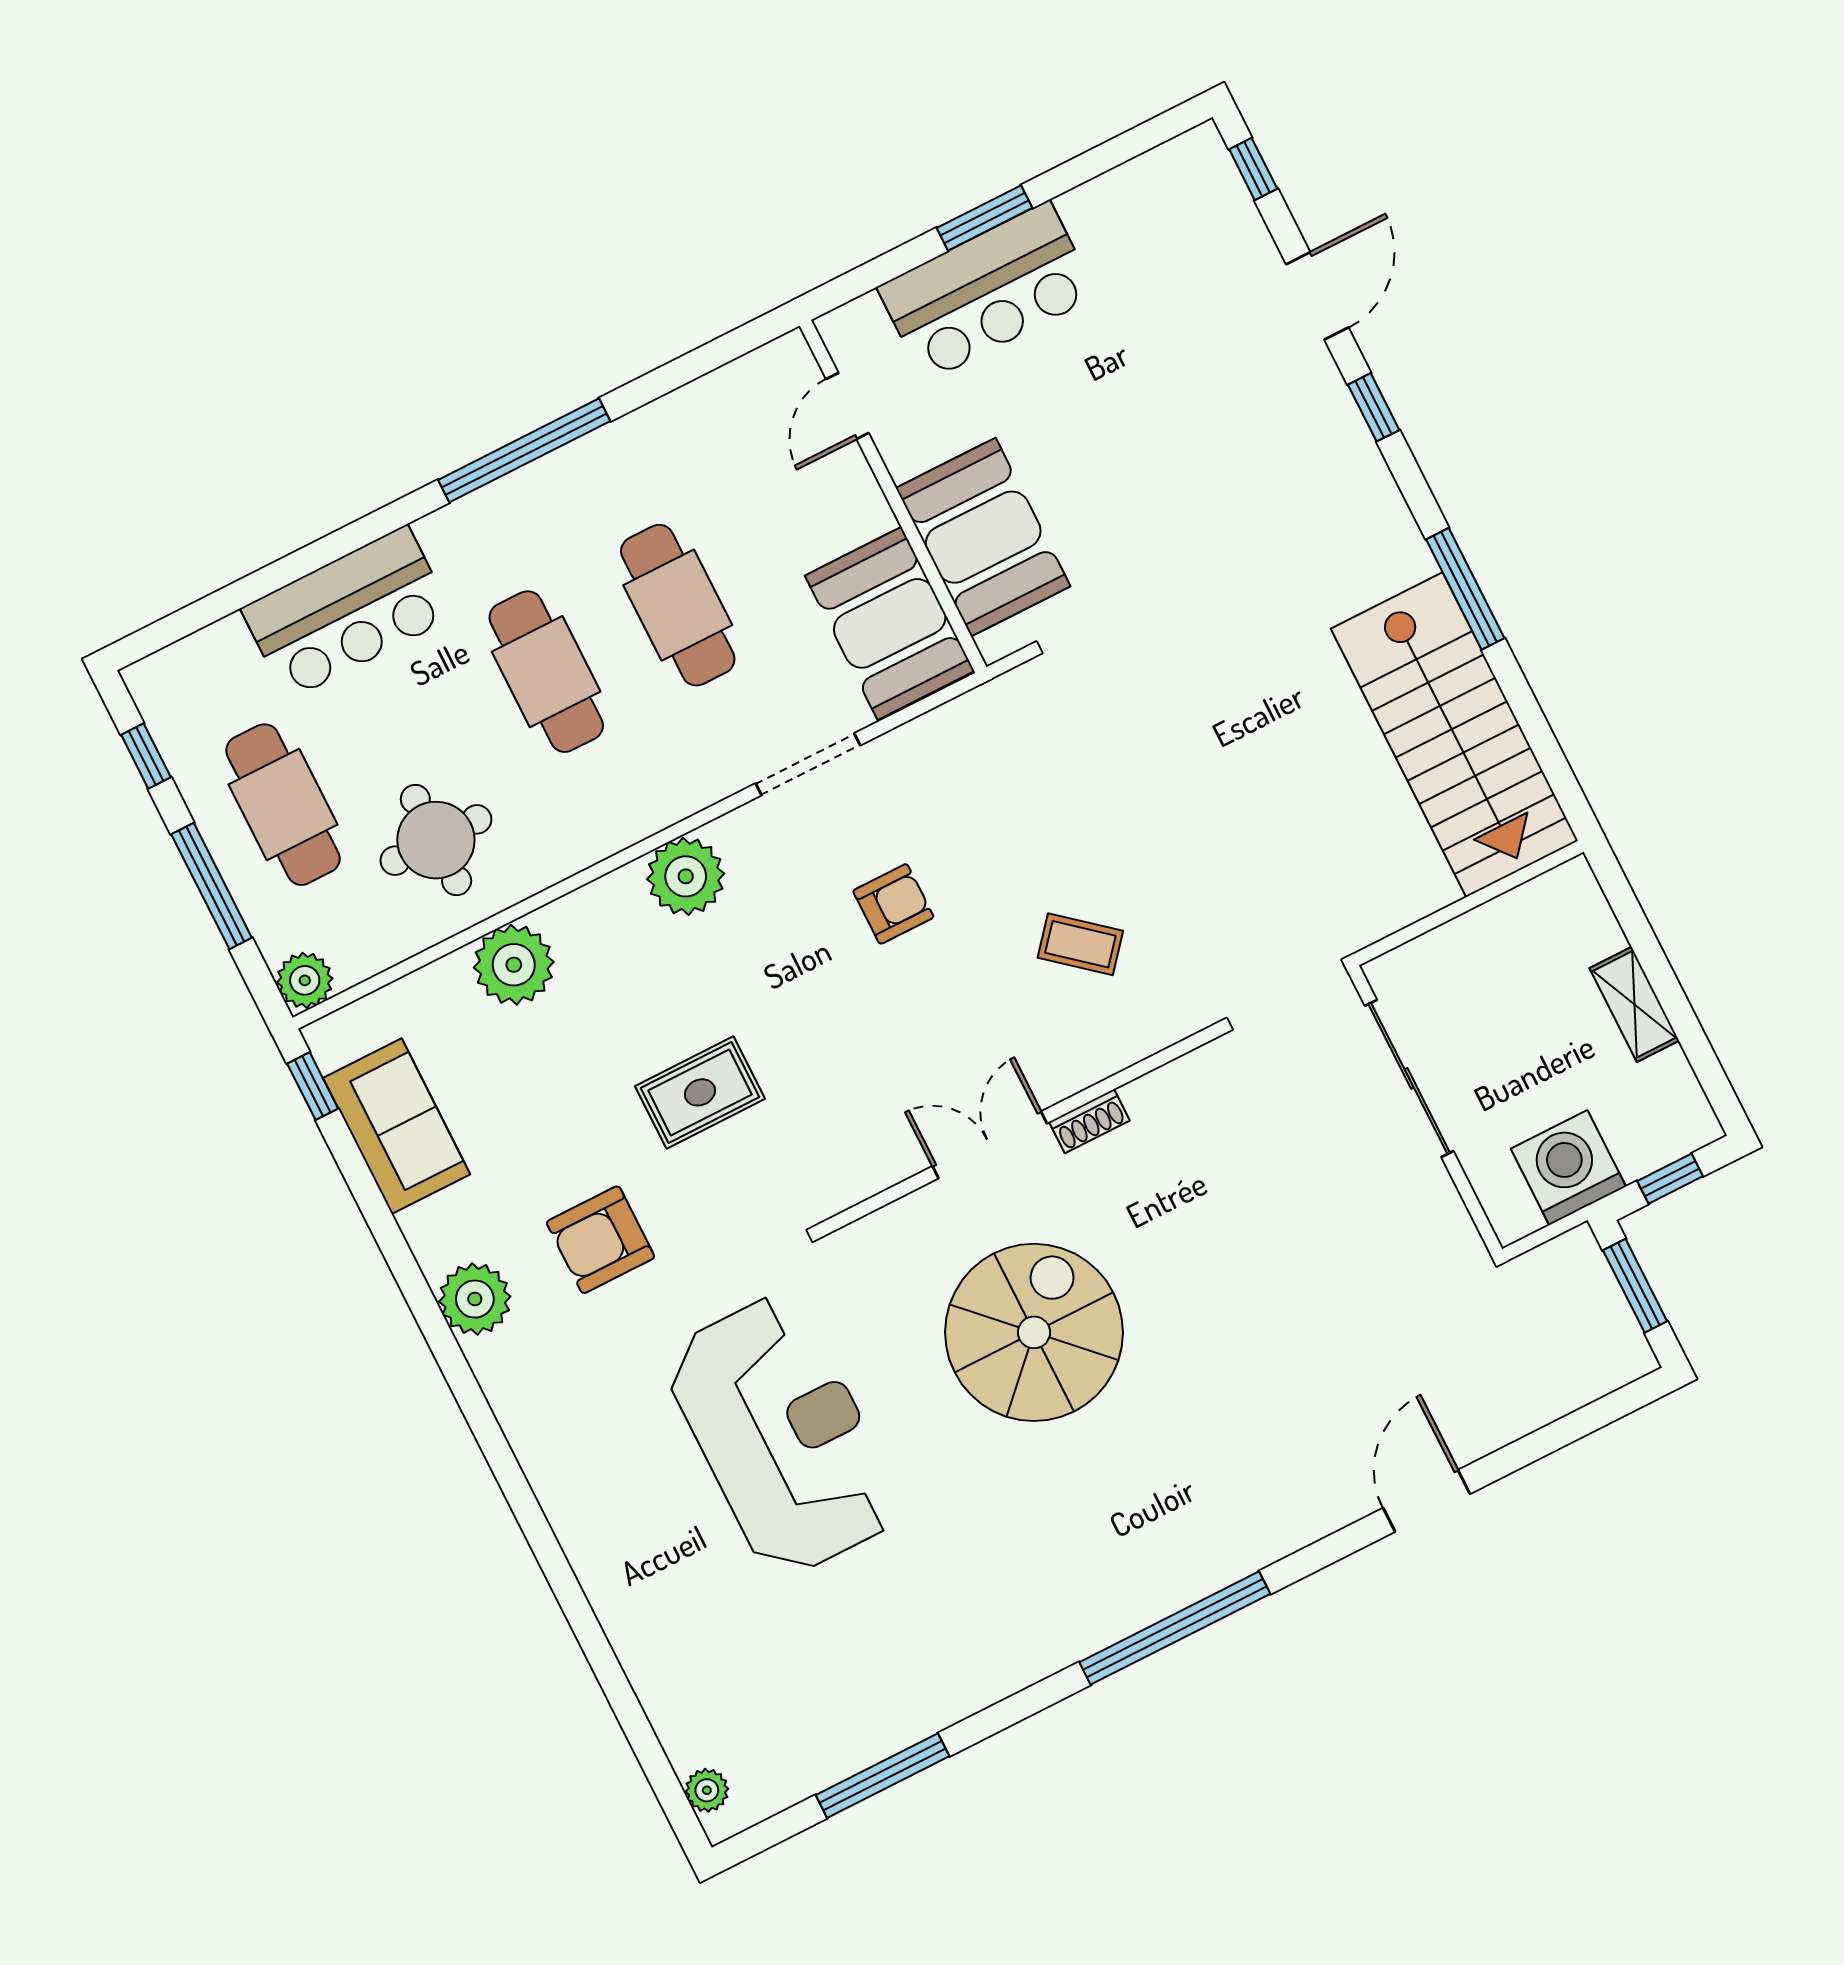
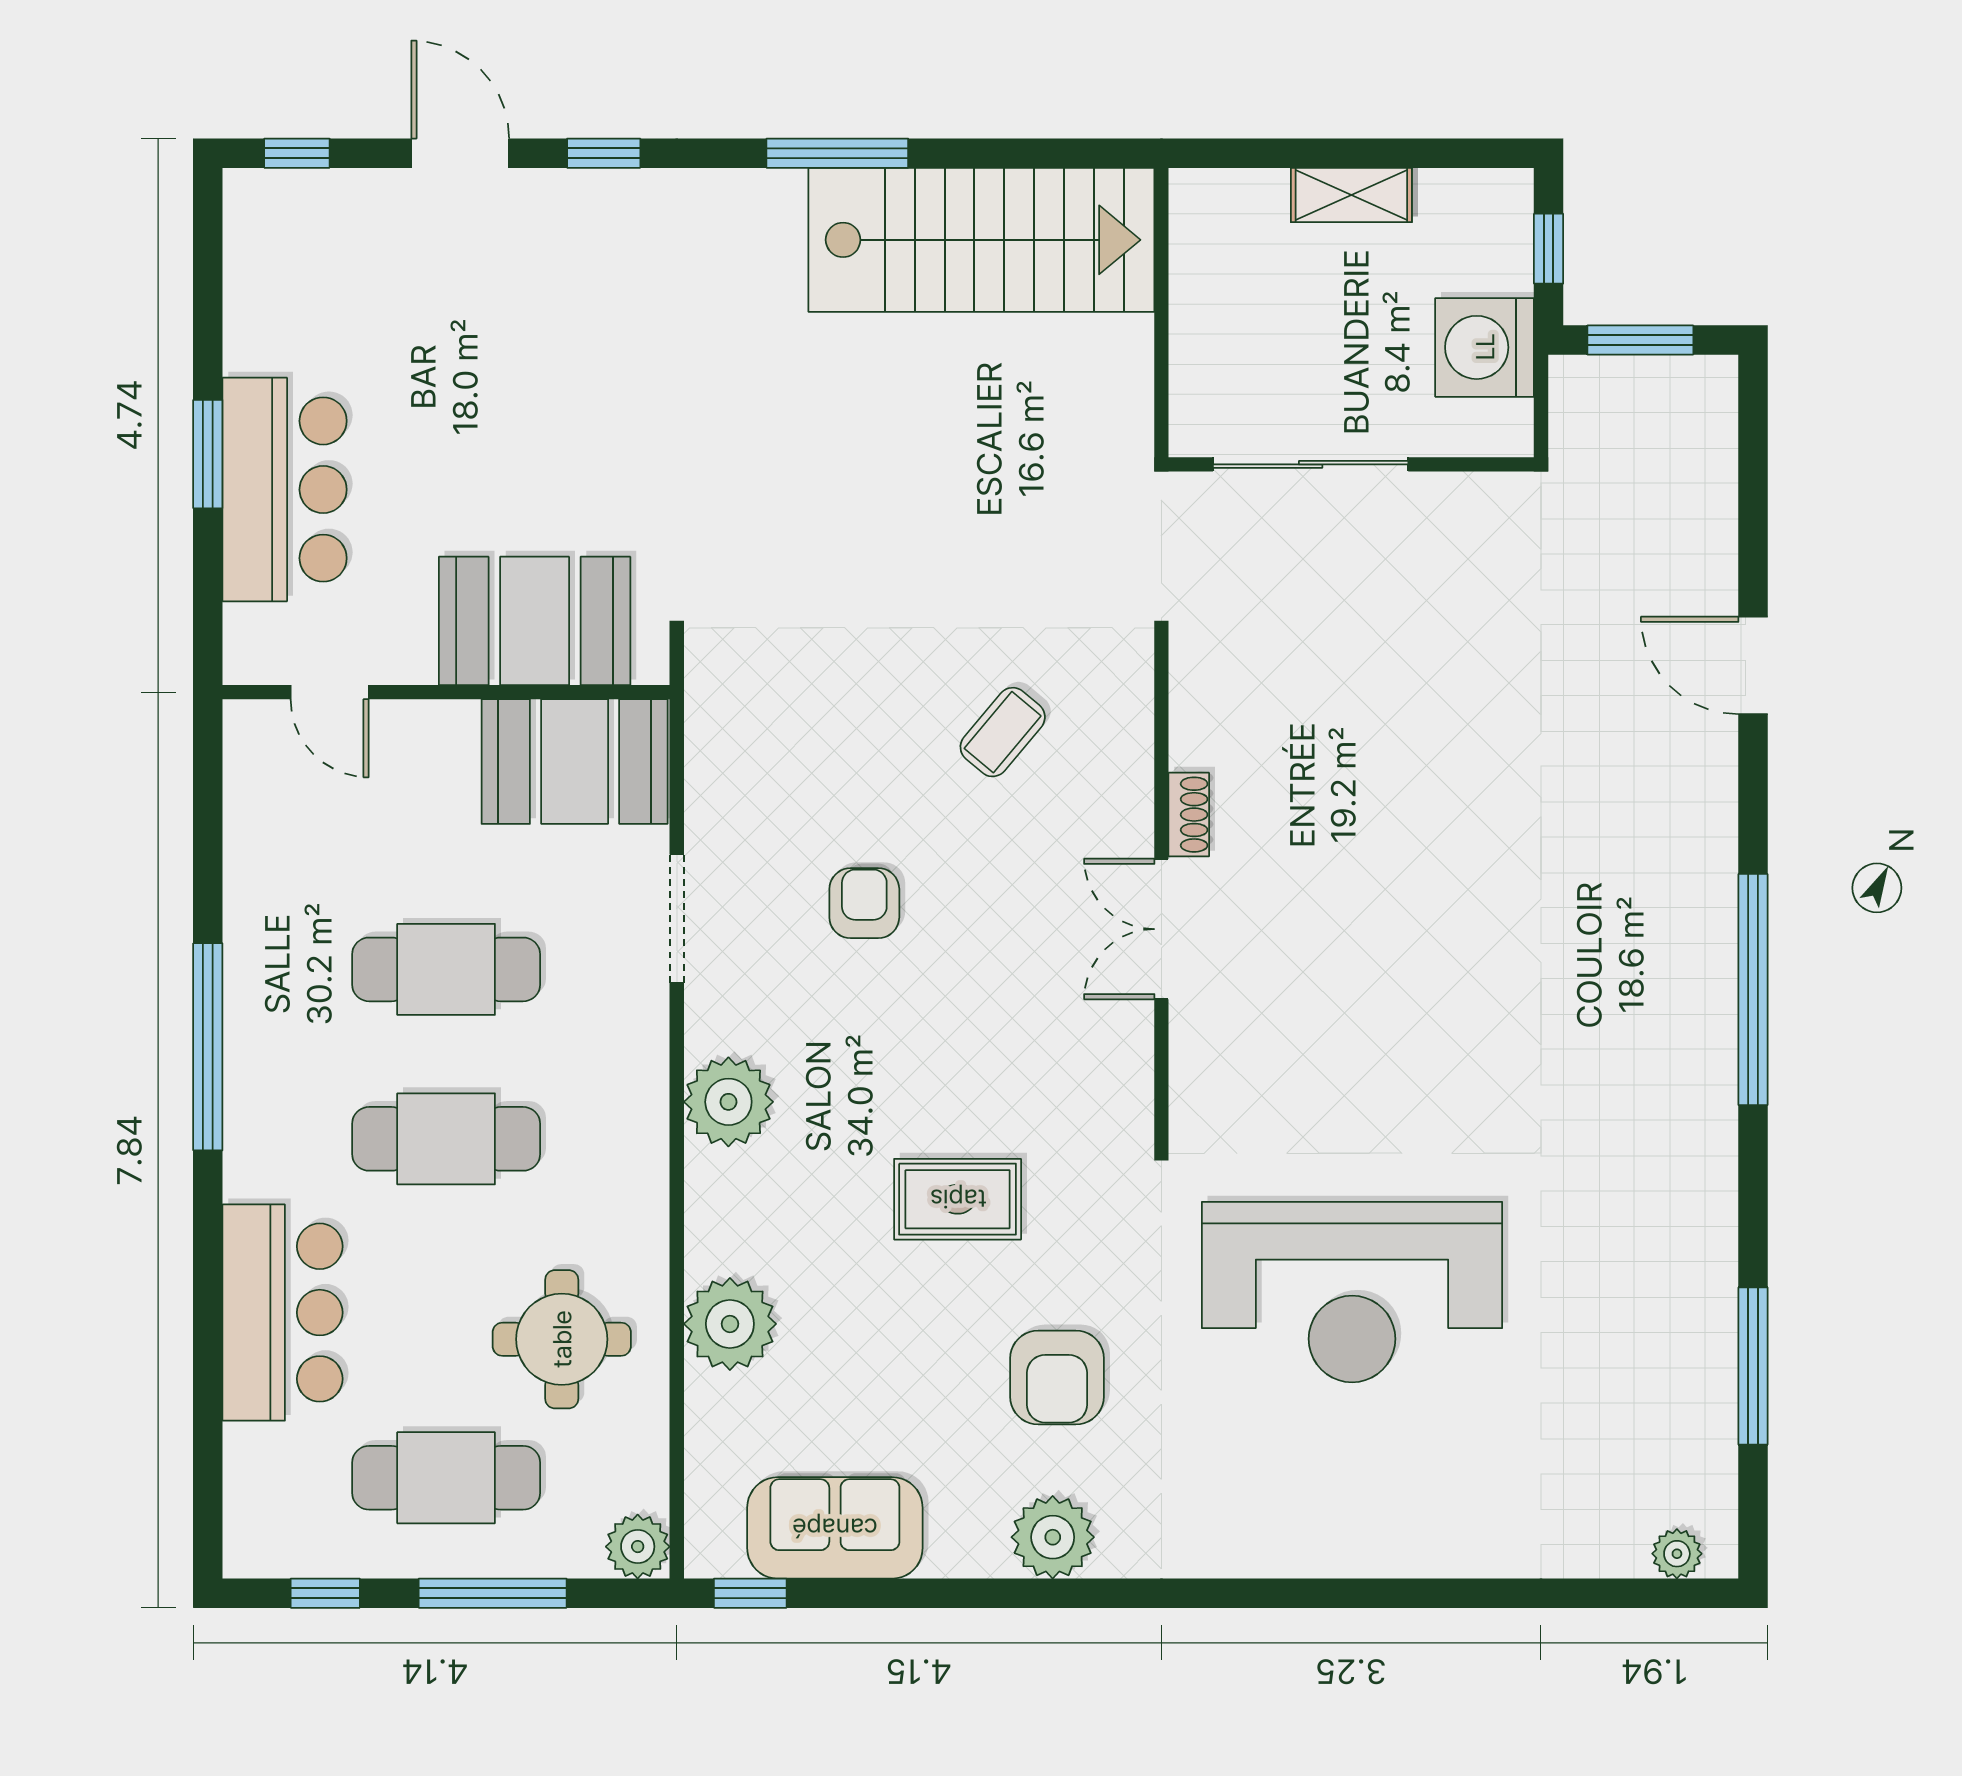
rug: (700, 1092) -> (958, 1199), turned 90
spiral stairs: (1034, 1332) -> (1377, 981), removed
reception desk: (783, 1435) -> (1352, 1292), turned 180

